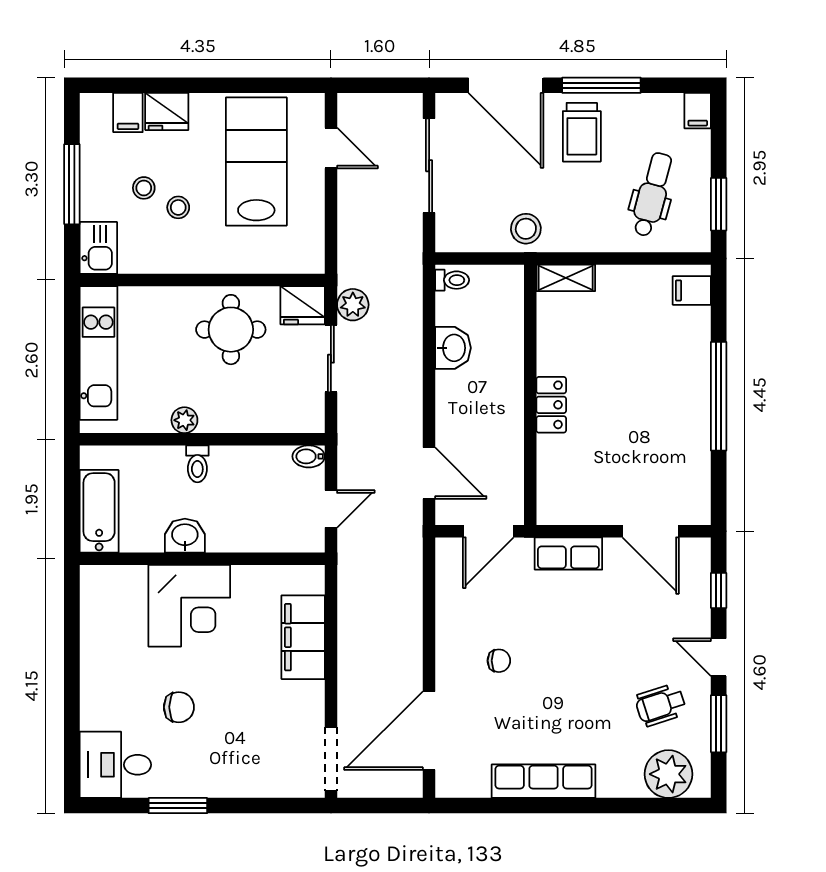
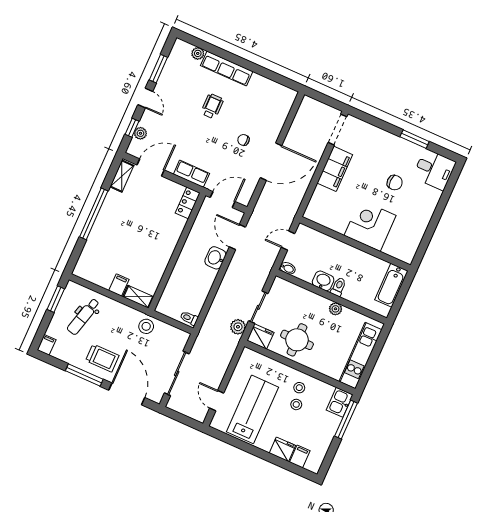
trolley: (582, 132) -> (102, 358), turned 90
lab bench: (256, 161) -> (252, 409), turned 180
window: (72, 184) -> (346, 420), moved
stool: (144, 188) -> (299, 388), moved
filing cabinet: (692, 290) -> (119, 285), moved, turned -90
washbasin: (453, 348) -> (215, 258), moved
locker: (551, 405) -> (188, 203), moved
shelving: (697, 491) -> (122, 176), added
door: (651, 531) -> (151, 167), hinge flipped
washbasin: (185, 536) -> (323, 281), moved, turned 180
plant: (698, 587) -> (140, 133), added
filing cabinet: (303, 637) -> (335, 169), moved
wheelchair: (661, 705) -> (212, 106), moved, turned -72
chair: (179, 707) -> (395, 183), turned 180
door: (429, 731) -> (271, 162), moved
plant: (668, 774) -> (198, 53), width x0.53, depth x0.53
row of seats: (543, 781) -> (227, 68), moved

